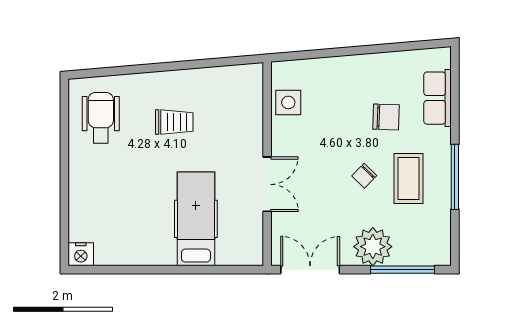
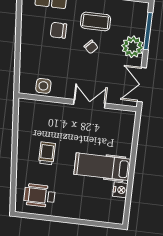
chair: (386, 117) -> (58, 30), turned -92
hospital bed: (196, 219) -> (102, 167), moved
nightstand: (81, 254) -> (120, 190), moved

